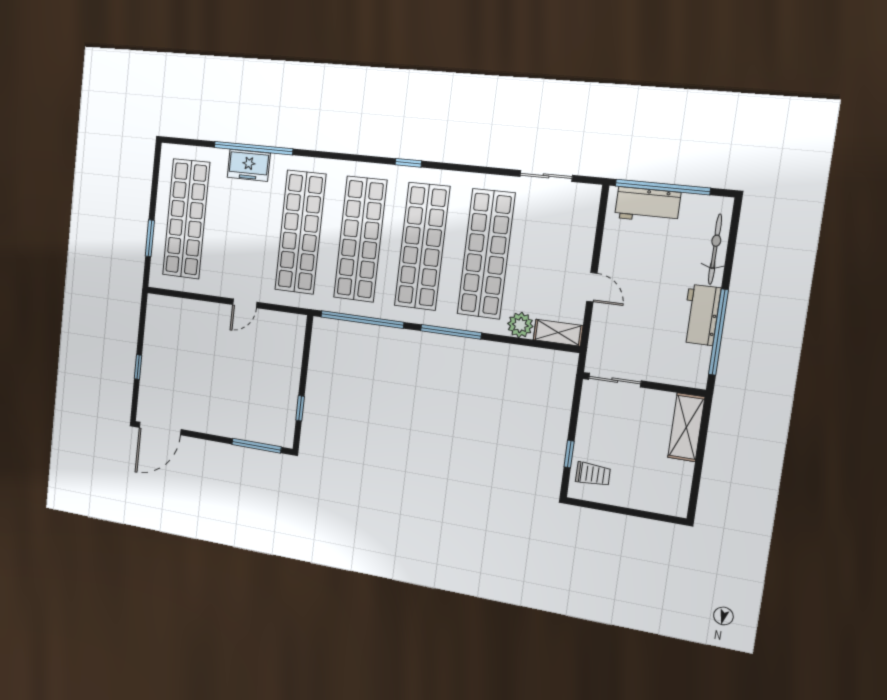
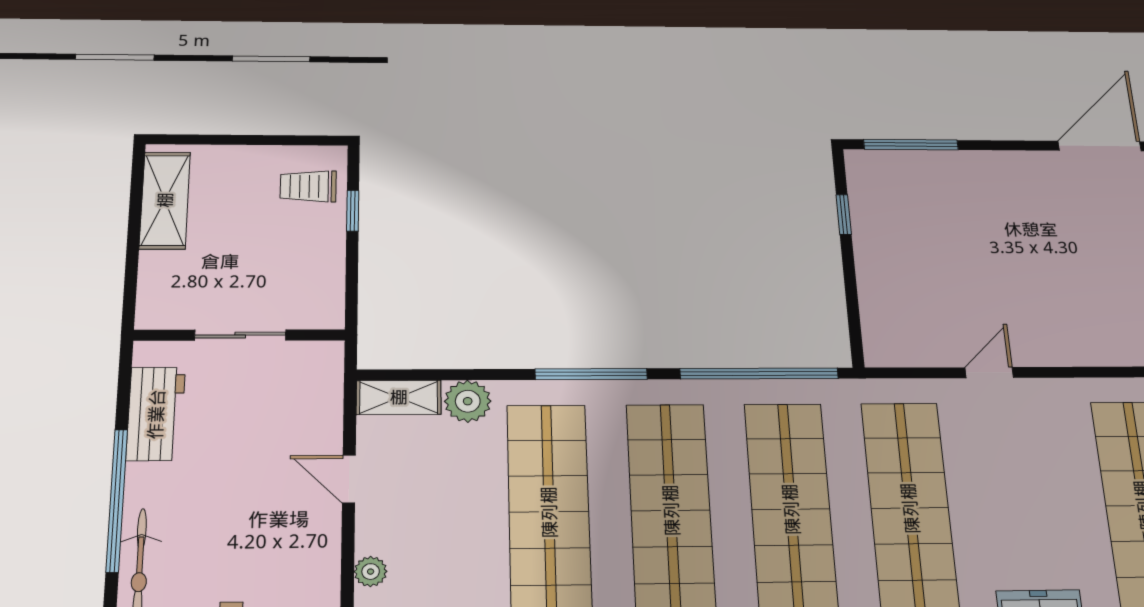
plant: (587, 231) -> (371, 572), added
workbench: (701, 315) -> (156, 414), moved
window: (718, 332) -> (117, 500), moved
sliding door: (615, 380) -> (240, 335), moved
shelving: (686, 427) -> (165, 200), moved

